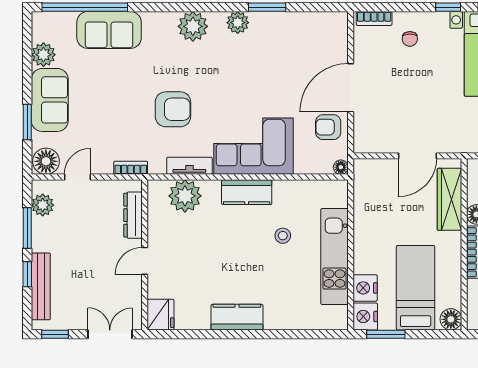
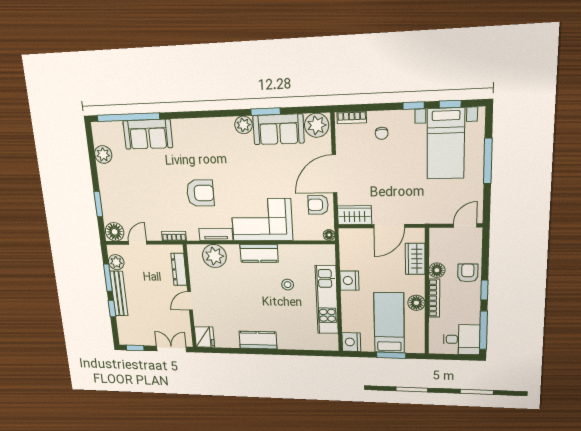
plant: (193, 26) -> (317, 125), moved
sofa: (50, 100) -> (278, 129), moved, turned 90
wardrobe: (374, 141) -> (355, 215), added
wardrobe: (450, 199) -> (415, 259), width x0.67
bench: (41, 286) -> (119, 294), moved
nightstand: (365, 288) -> (349, 281), moved
floor lamp: (451, 319) -> (416, 303), moved
window: (386, 334) -> (391, 355), moved

